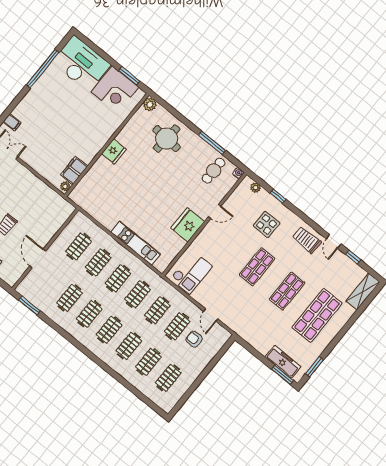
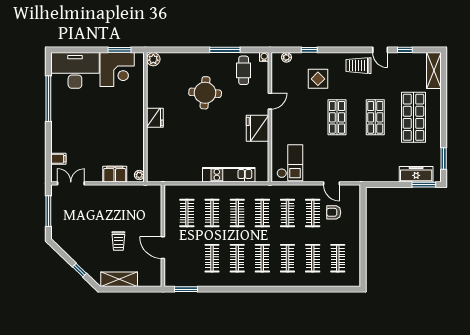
round table: (167, 139) -> (205, 93), moved
filing cabinet: (74, 170) -> (115, 174), moved, turned 90

